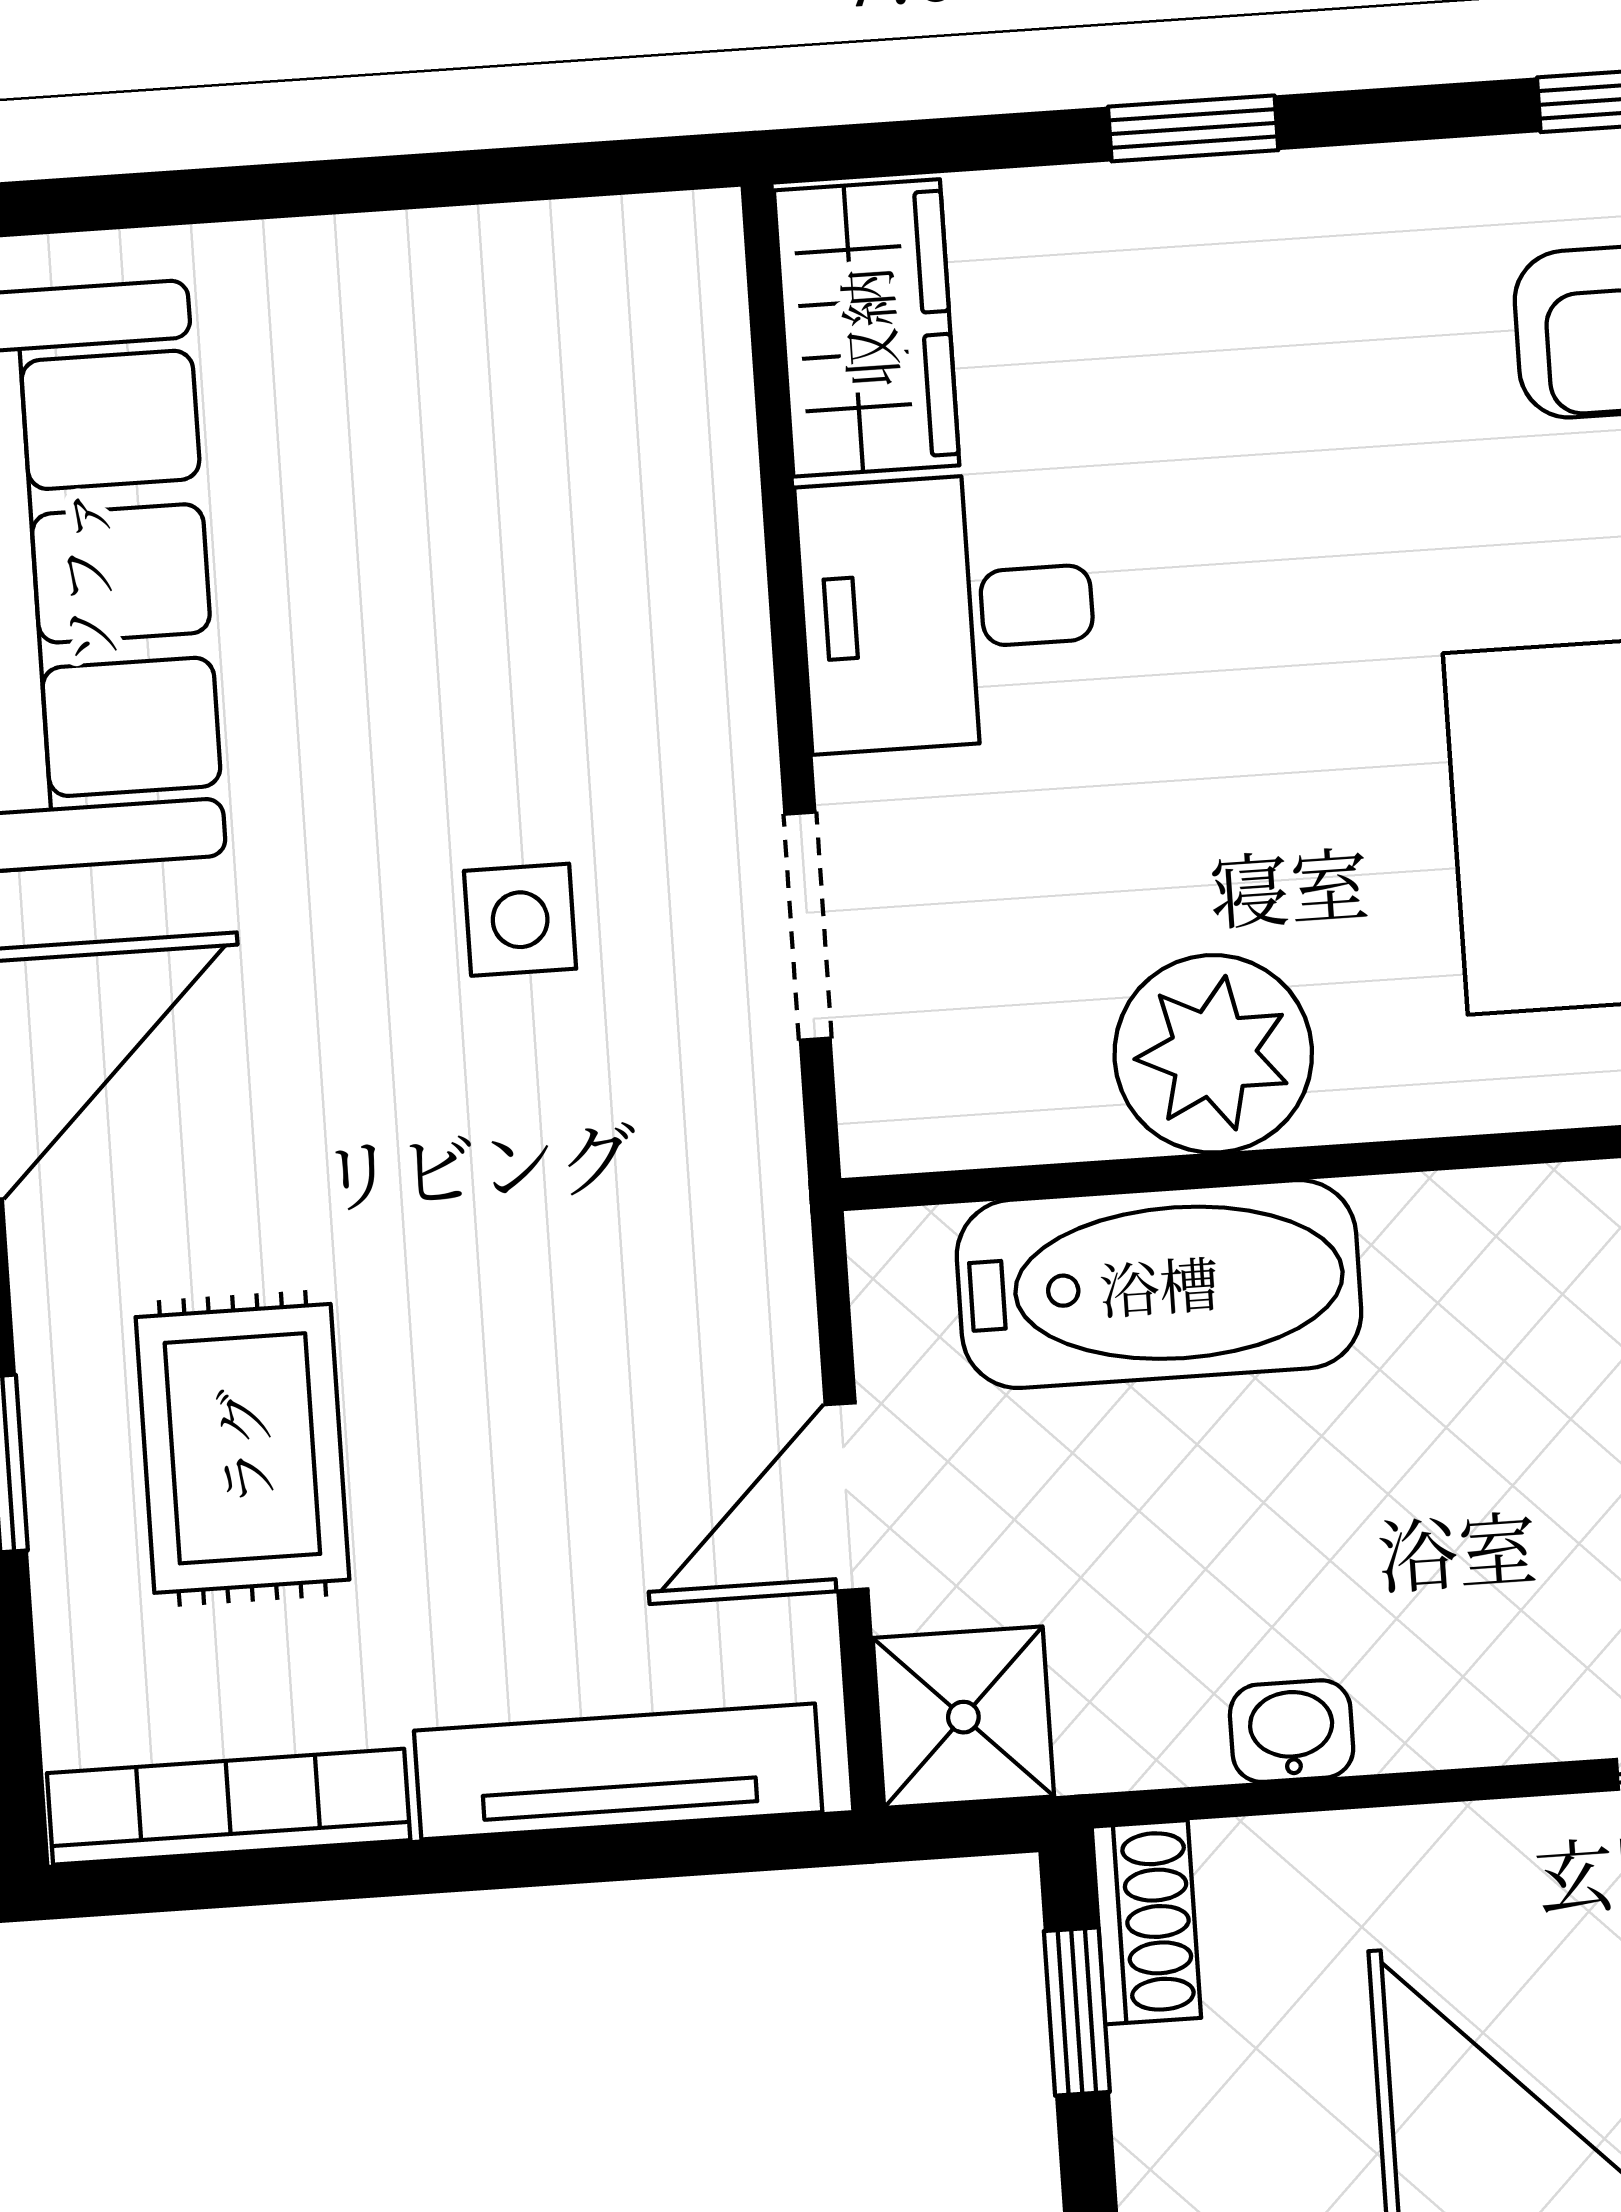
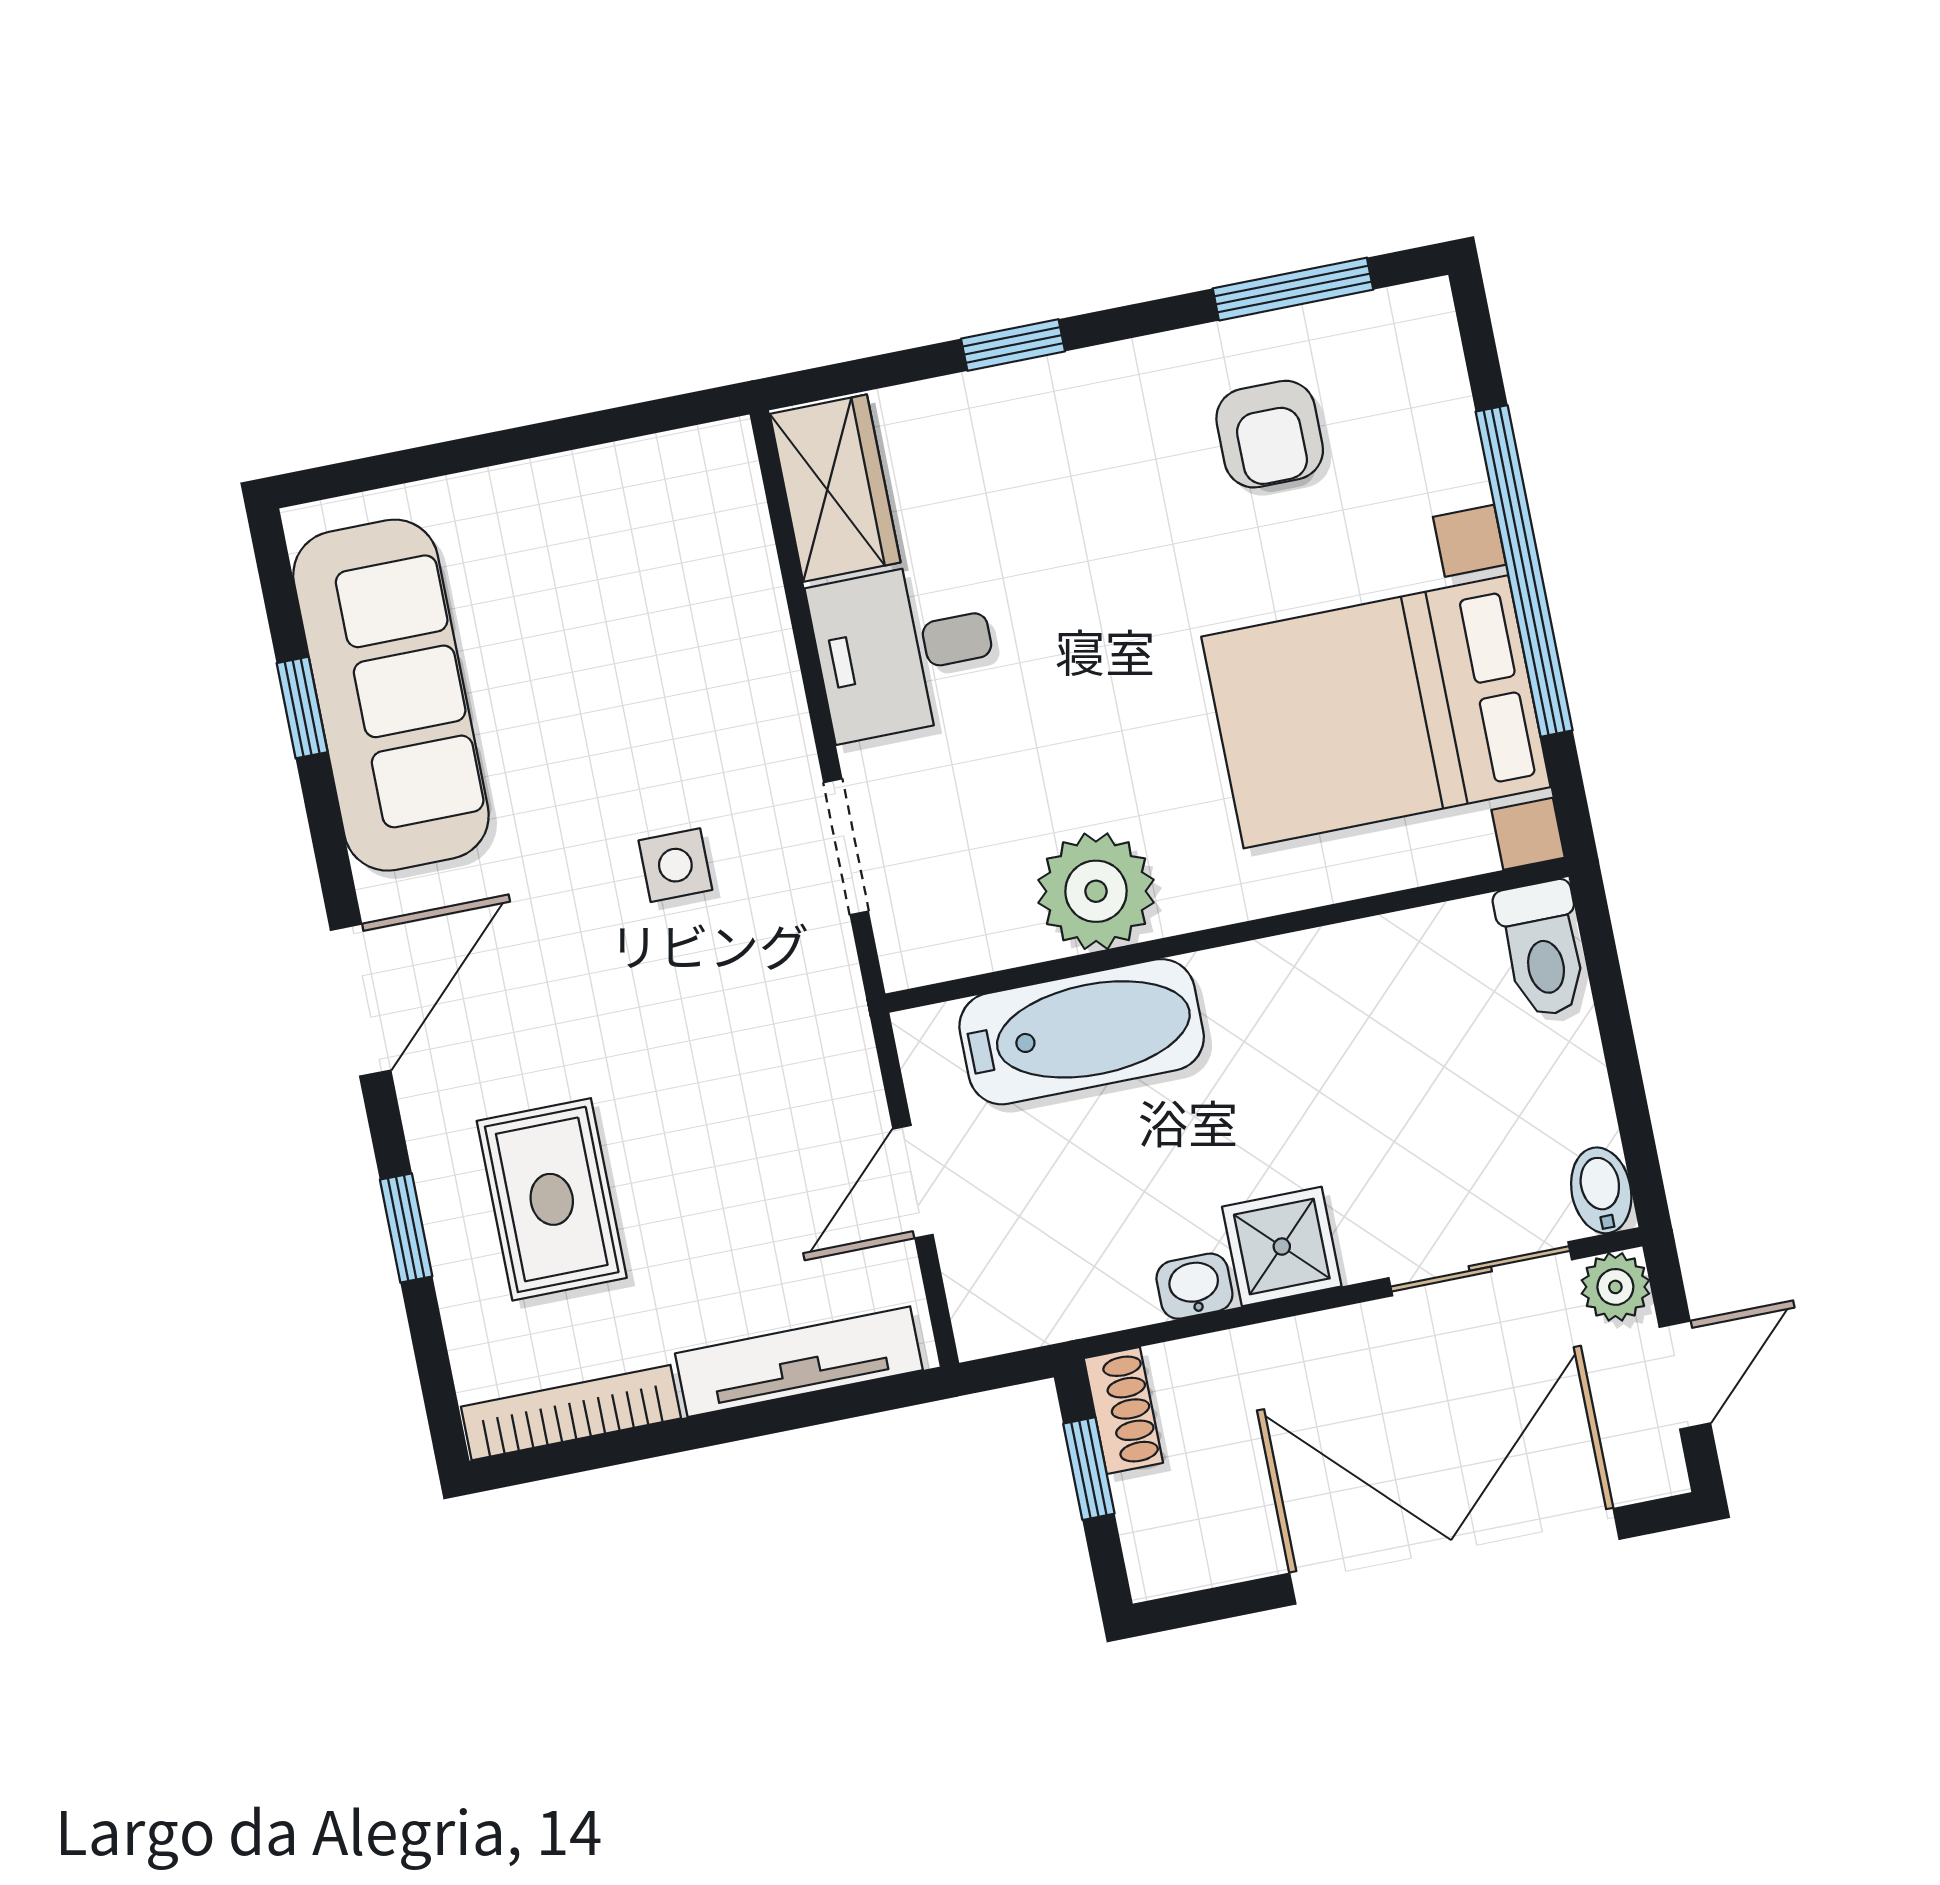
shower: (963, 1717) -> (1282, 1247), moved

